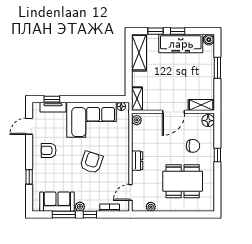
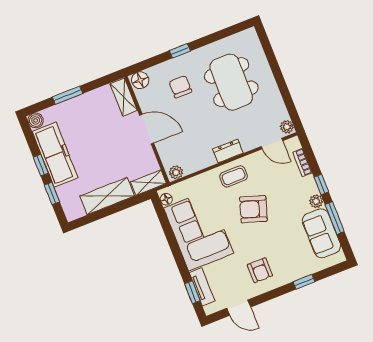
shelving: (139, 53) -> (107, 196), moved
coffee table: (119, 158) -> (234, 176), added
plant: (151, 207) -> (287, 127), moved

